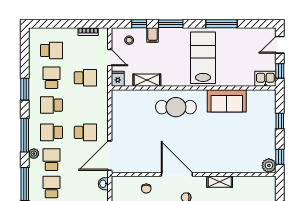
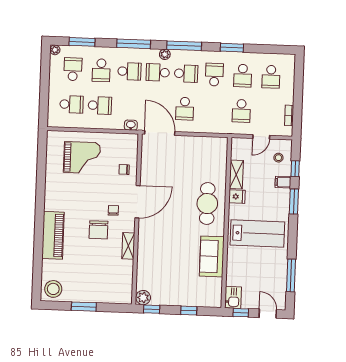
window: (222, 24) -> (291, 275), moved
school desk: (51, 78) -> (243, 76), turned 90
fridge: (118, 79) -> (237, 197), moved
school desk: (51, 132) -> (186, 74), turned 90
school desk: (51, 160) -> (158, 72), turned 180

